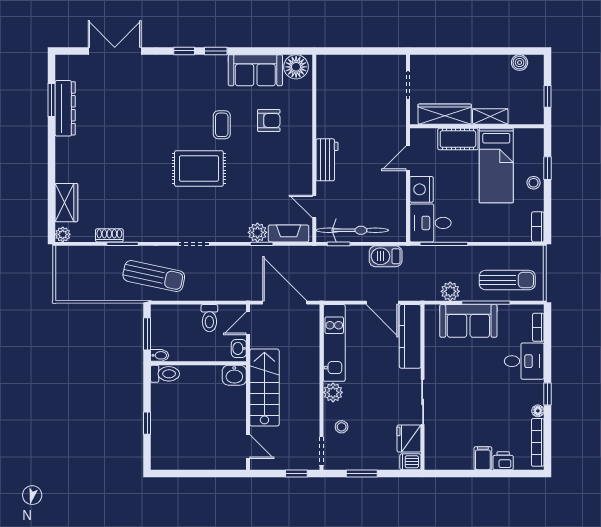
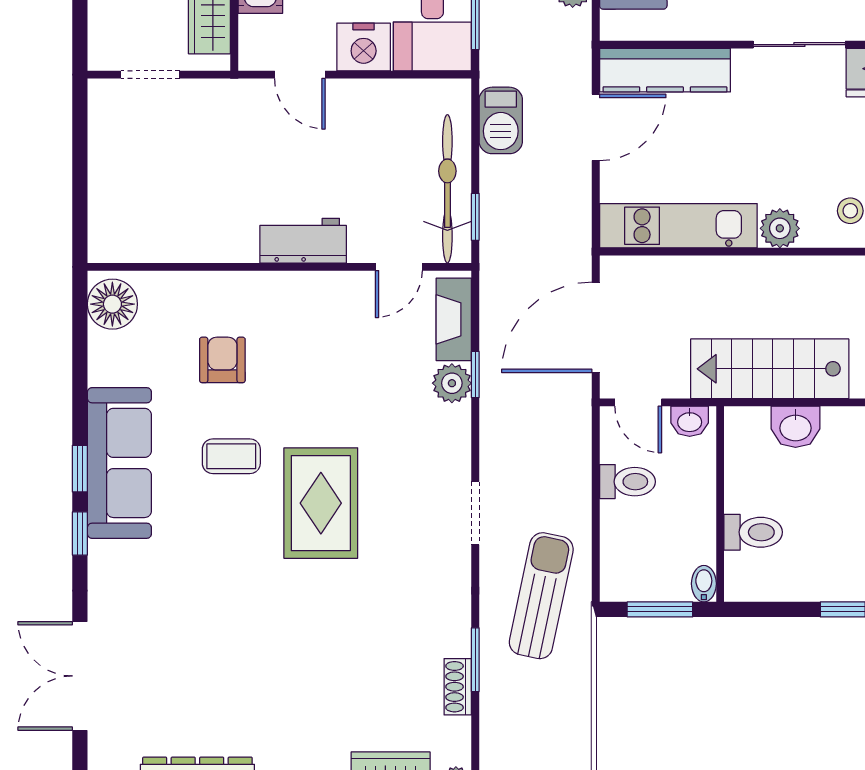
sofa: (255, 70) -> (119, 463), moved, width x1.36
toilet: (165, 374) -> (753, 532), moved, turned 90
washbasin: (234, 375) -> (796, 427), moved, turned 90

